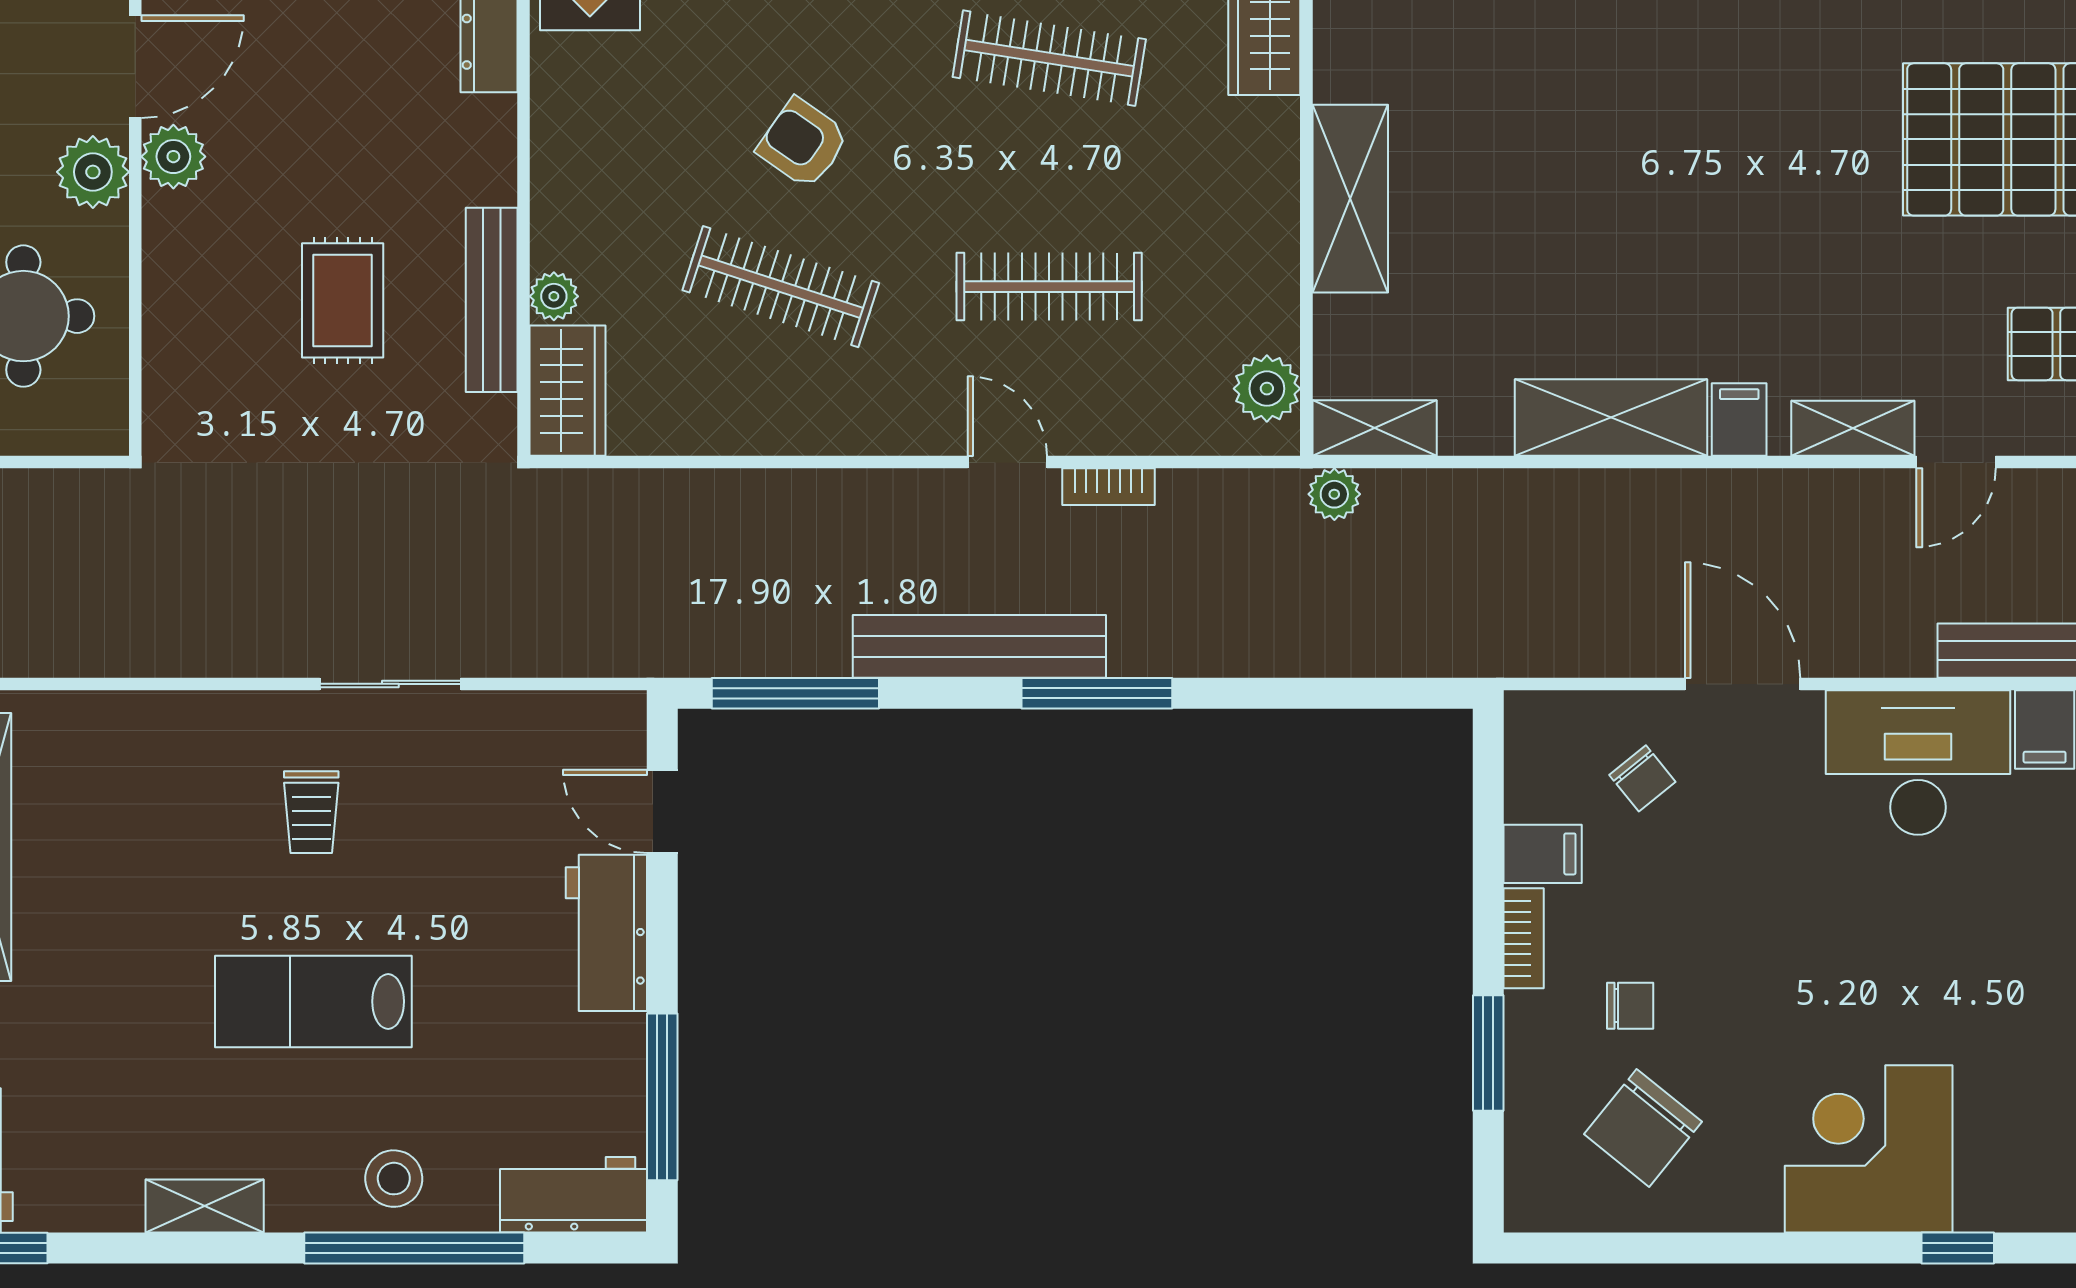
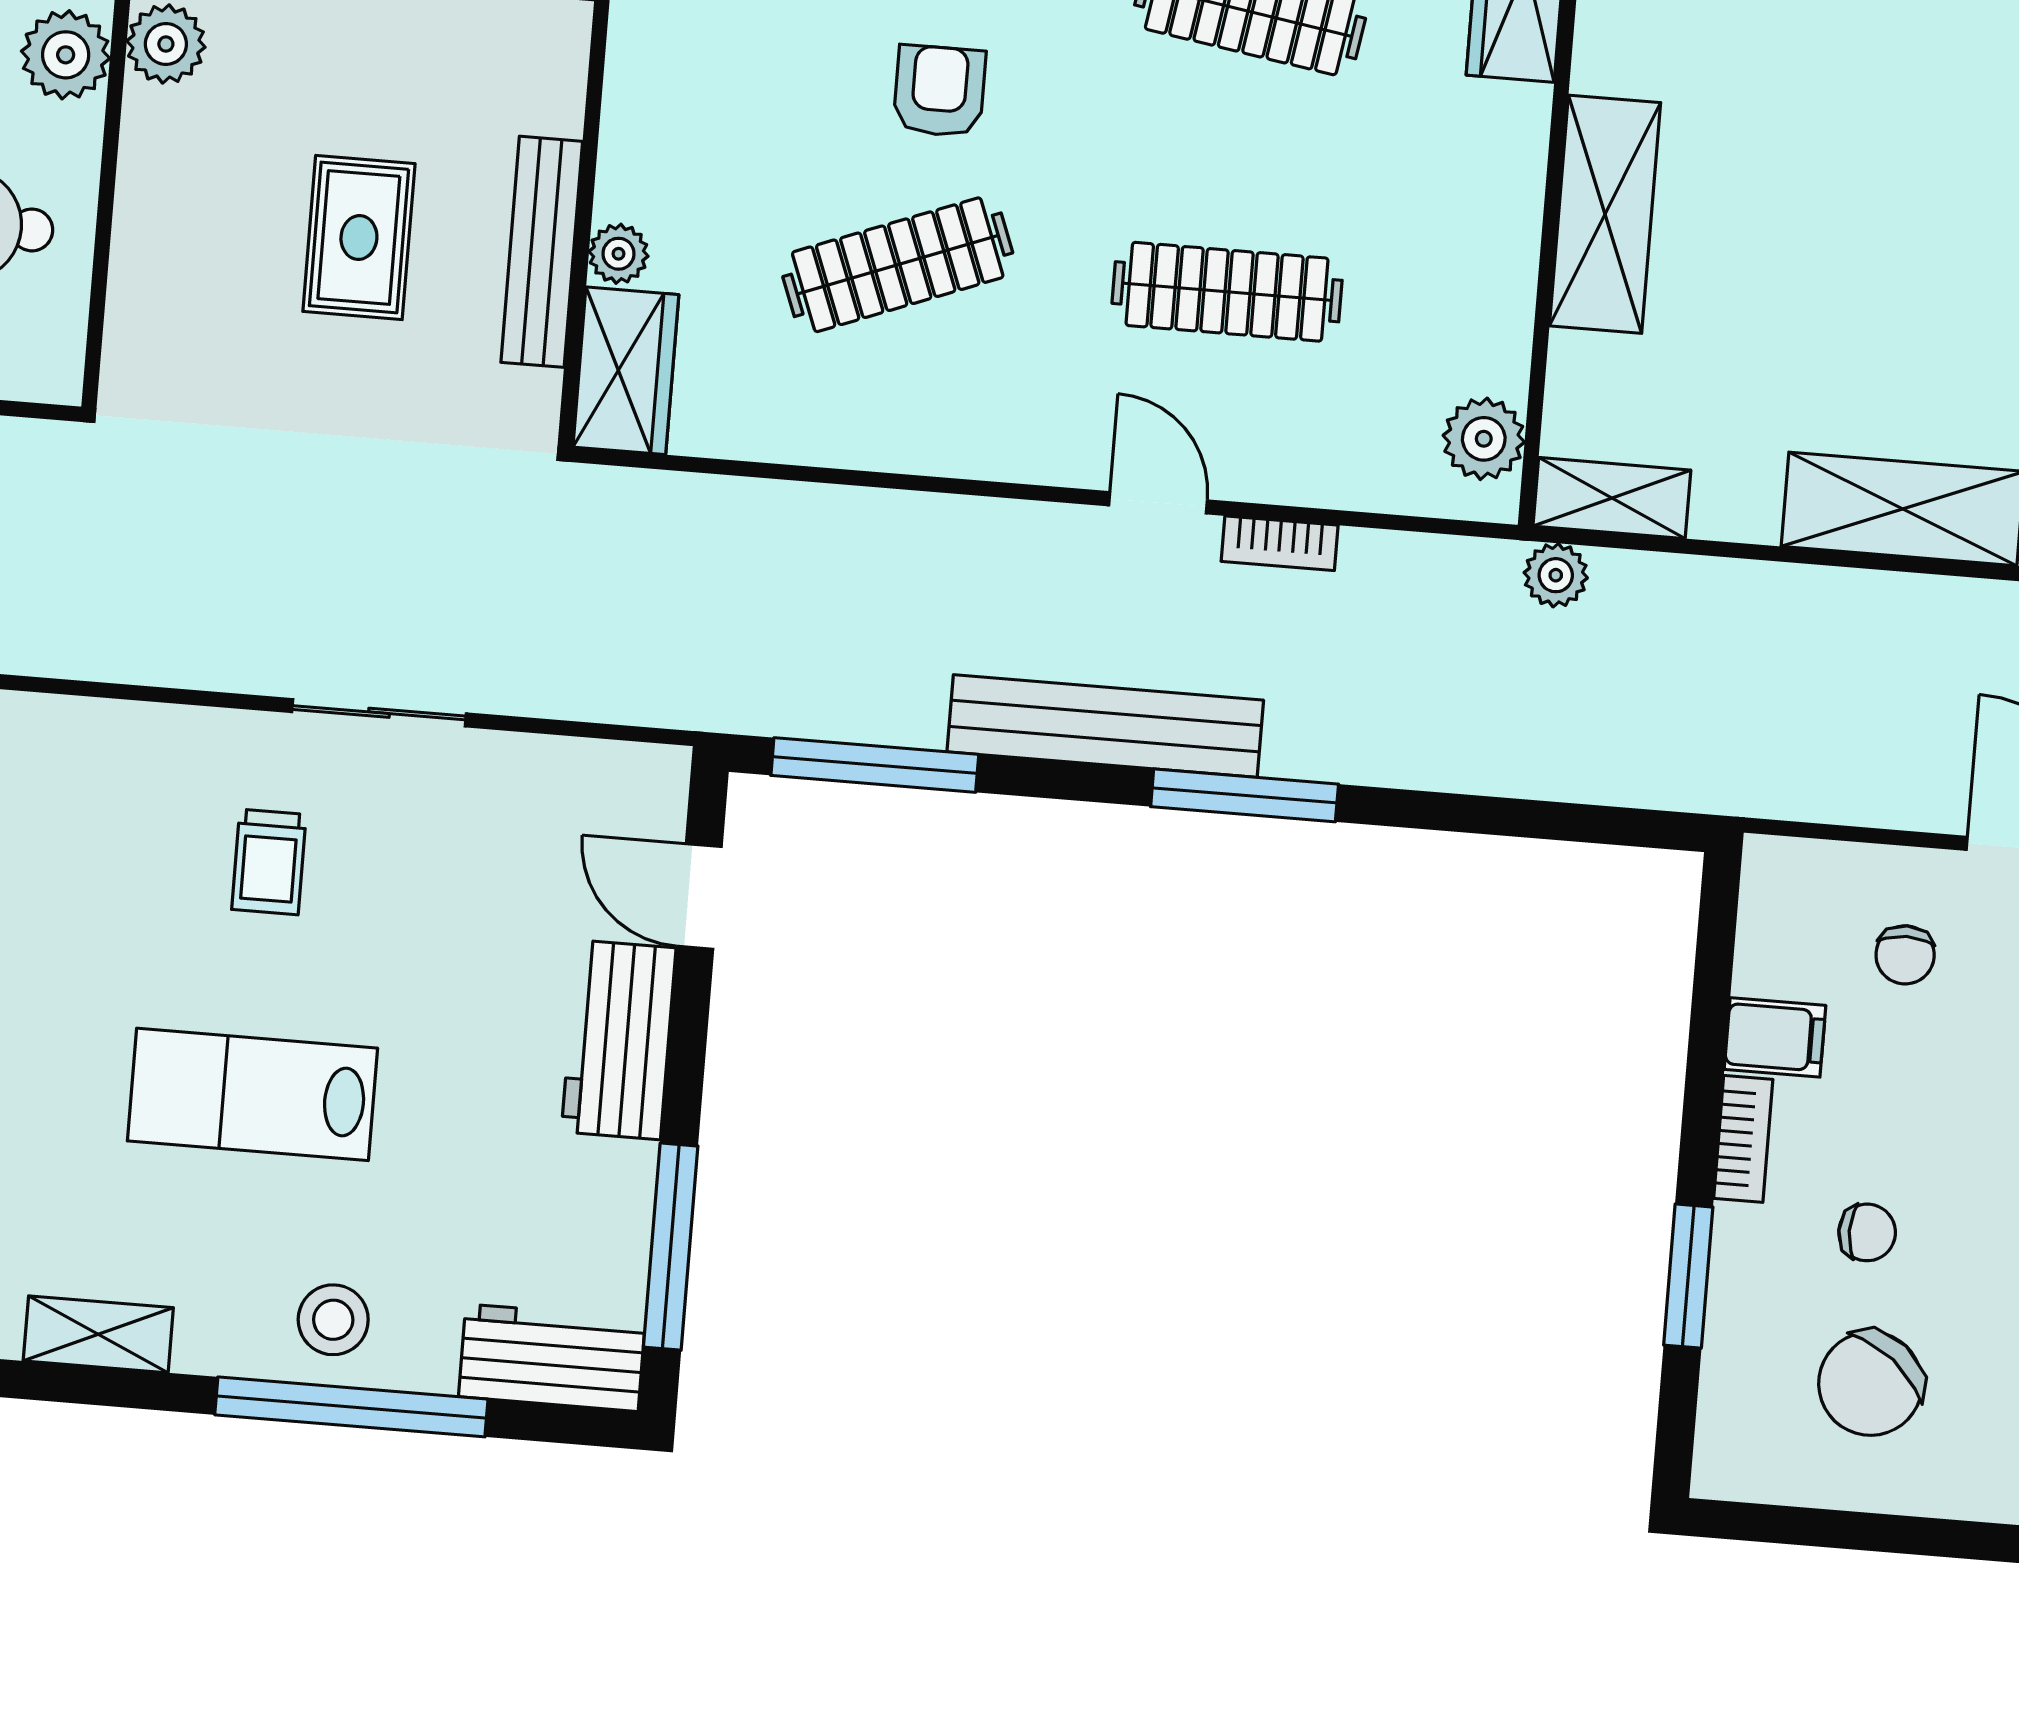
armchair: (803, 143) -> (939, 91), turned 55
clothes rail: (781, 287) -> (898, 265), turned -39
chair: (1642, 778) -> (1905, 955), turned 39

